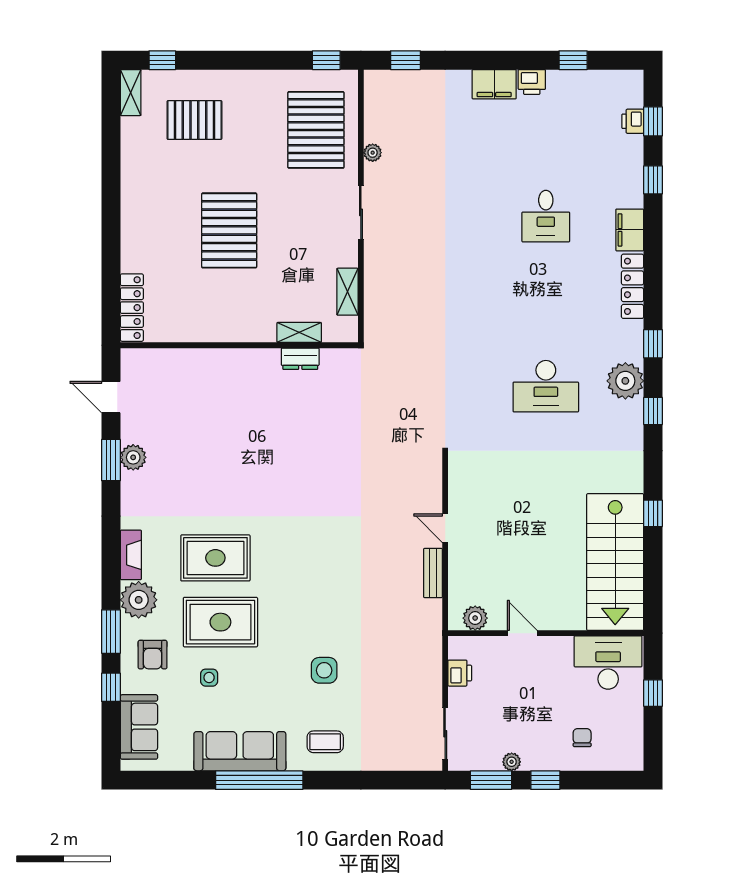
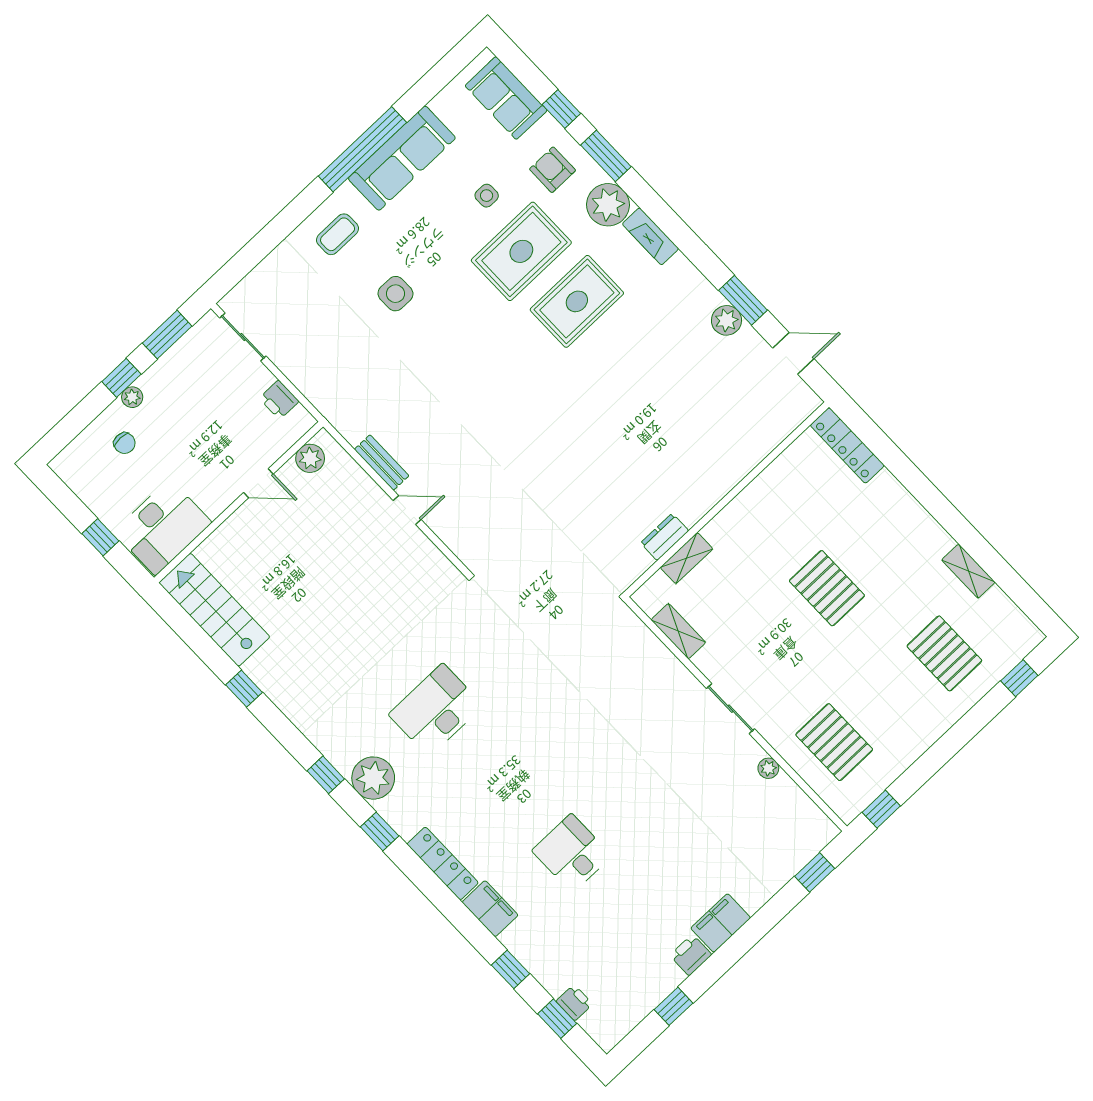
shelving: (131, 93) -> (968, 571), moved
pallet: (194, 120) -> (944, 653), turned 90
pallet: (316, 130) -> (834, 742), width x0.73, depth x0.71
pallet: (229, 230) -> (827, 588), width x0.73, depth x0.71
stairs: (615, 562) -> (214, 610), width x0.73, depth x0.66
plant: (512, 762) -> (132, 397), moved

